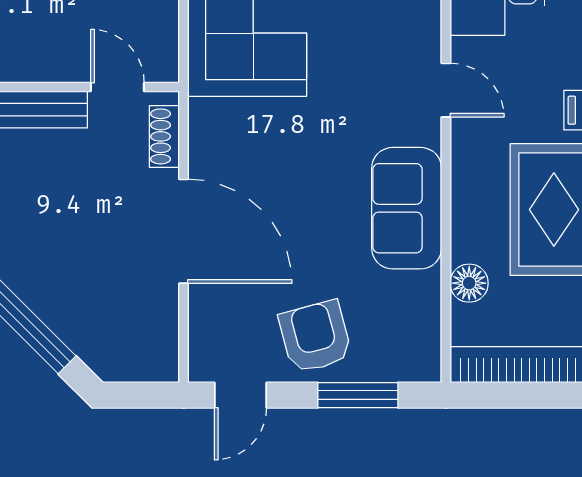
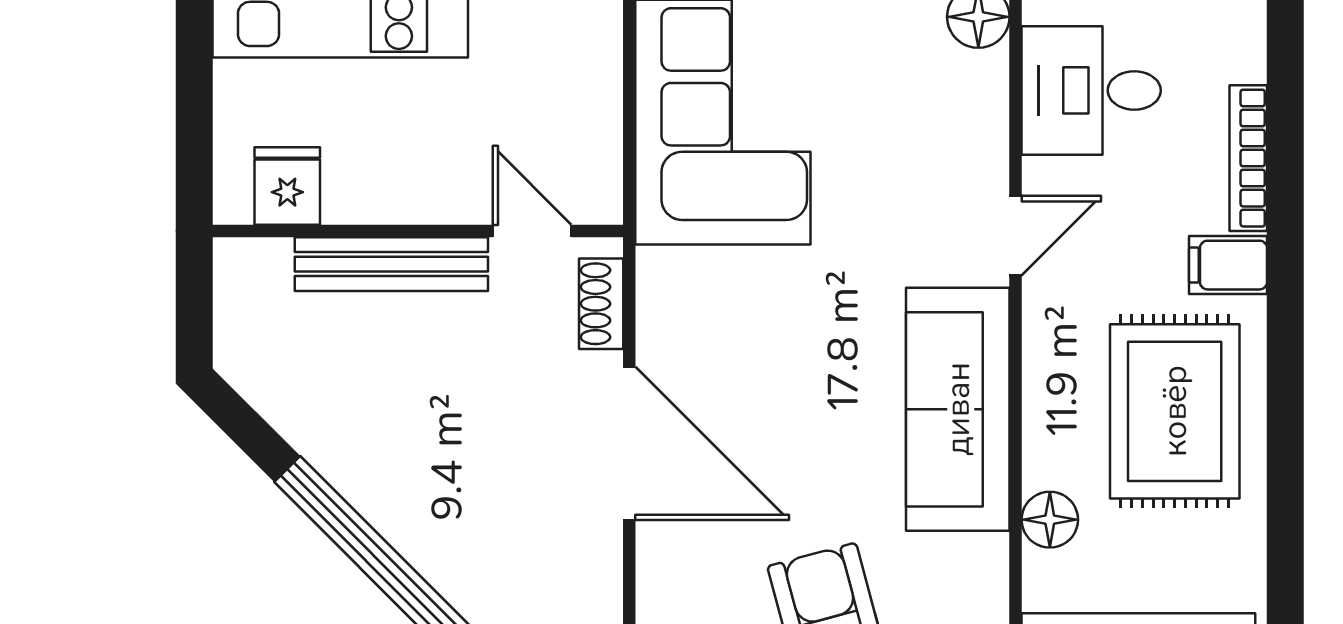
door: (446, 90) -> (1016, 236), hinge flipped
sofa: (407, 208) -> (958, 409), width x1.36

